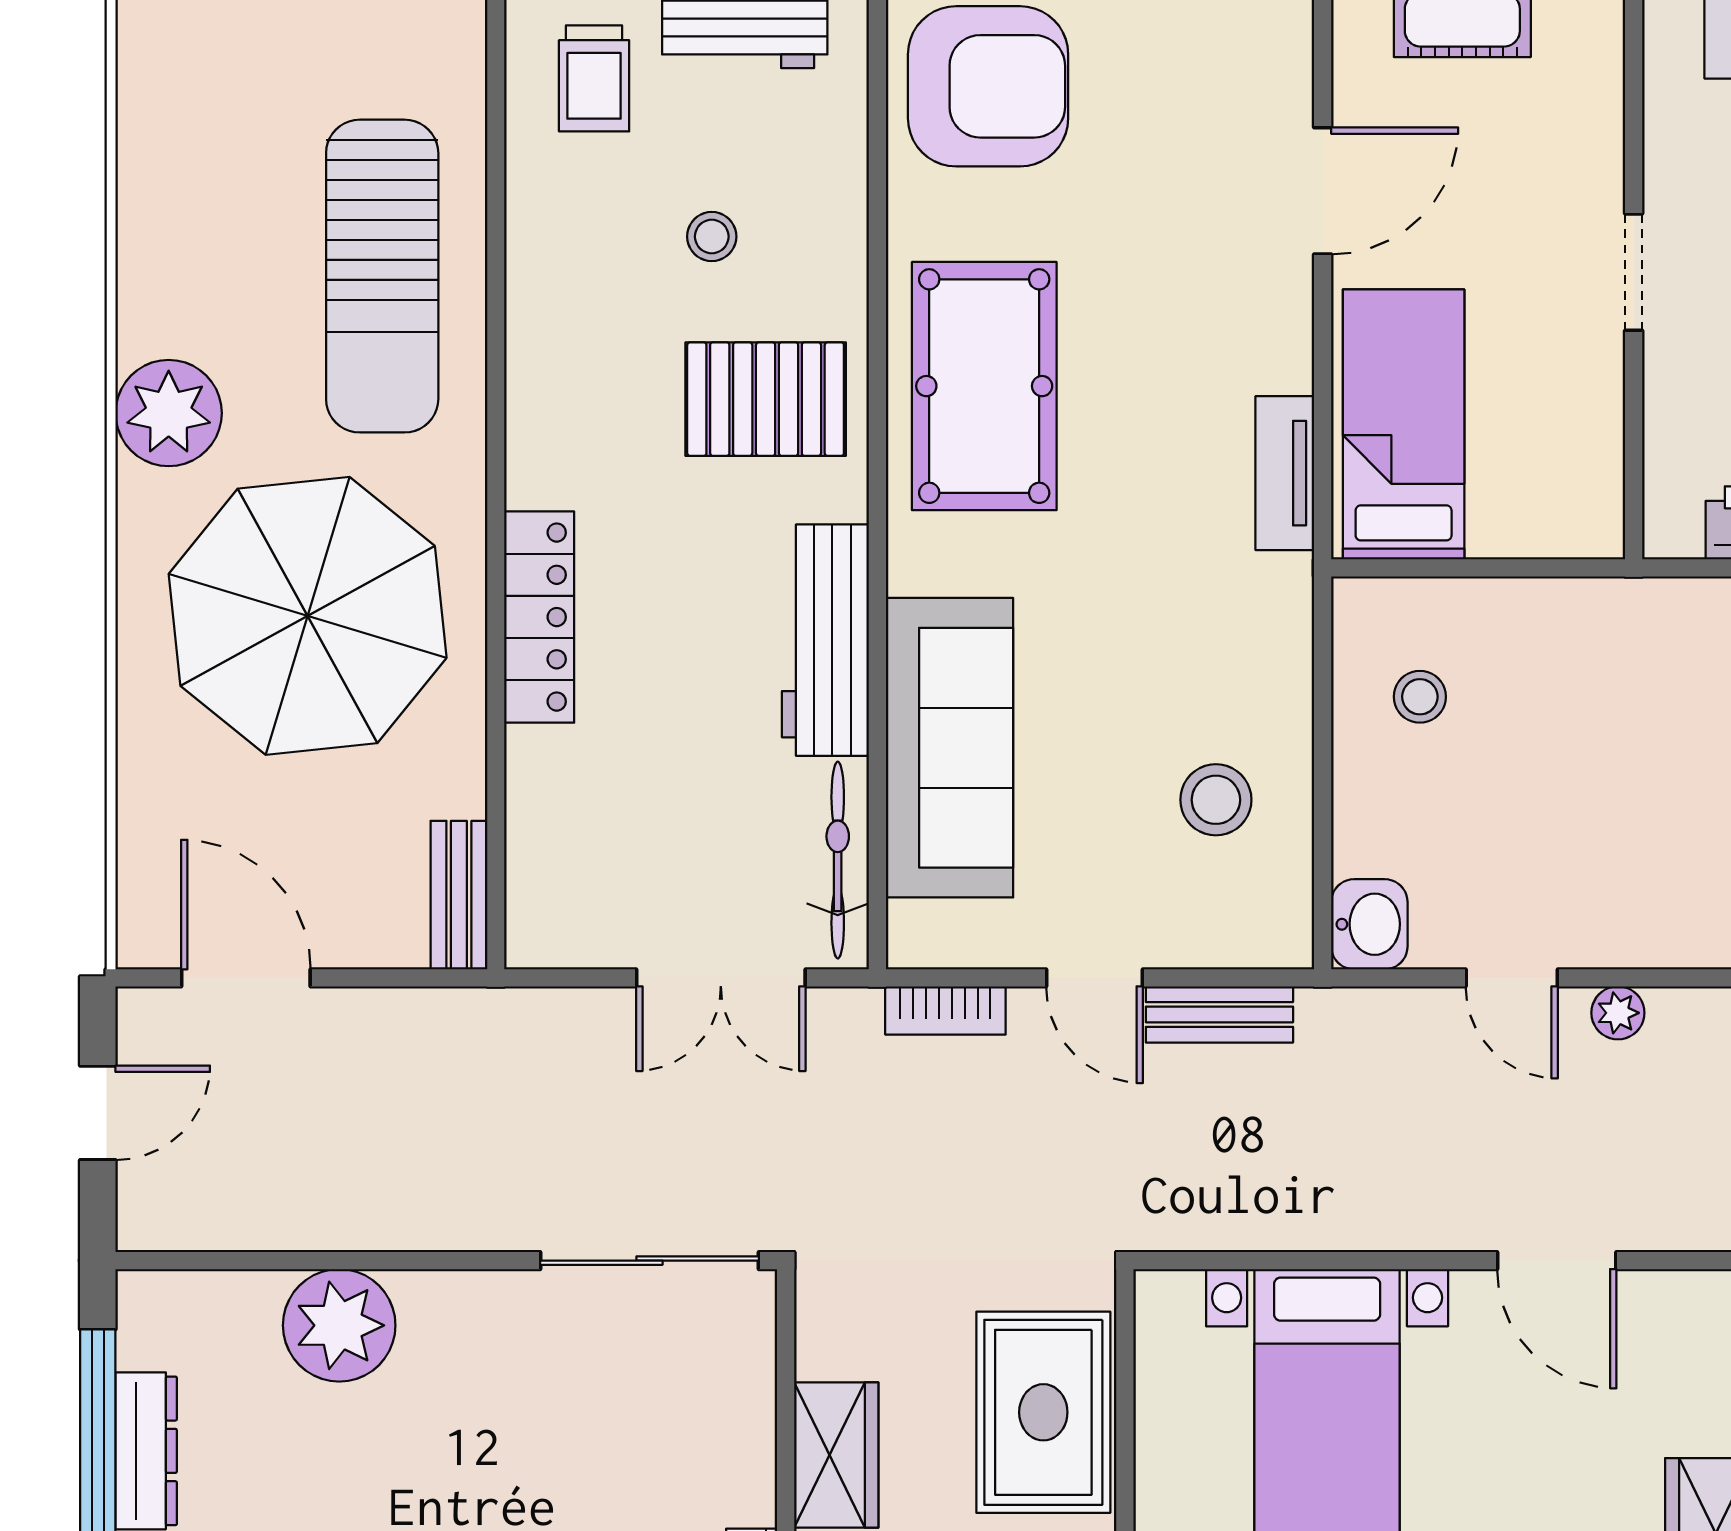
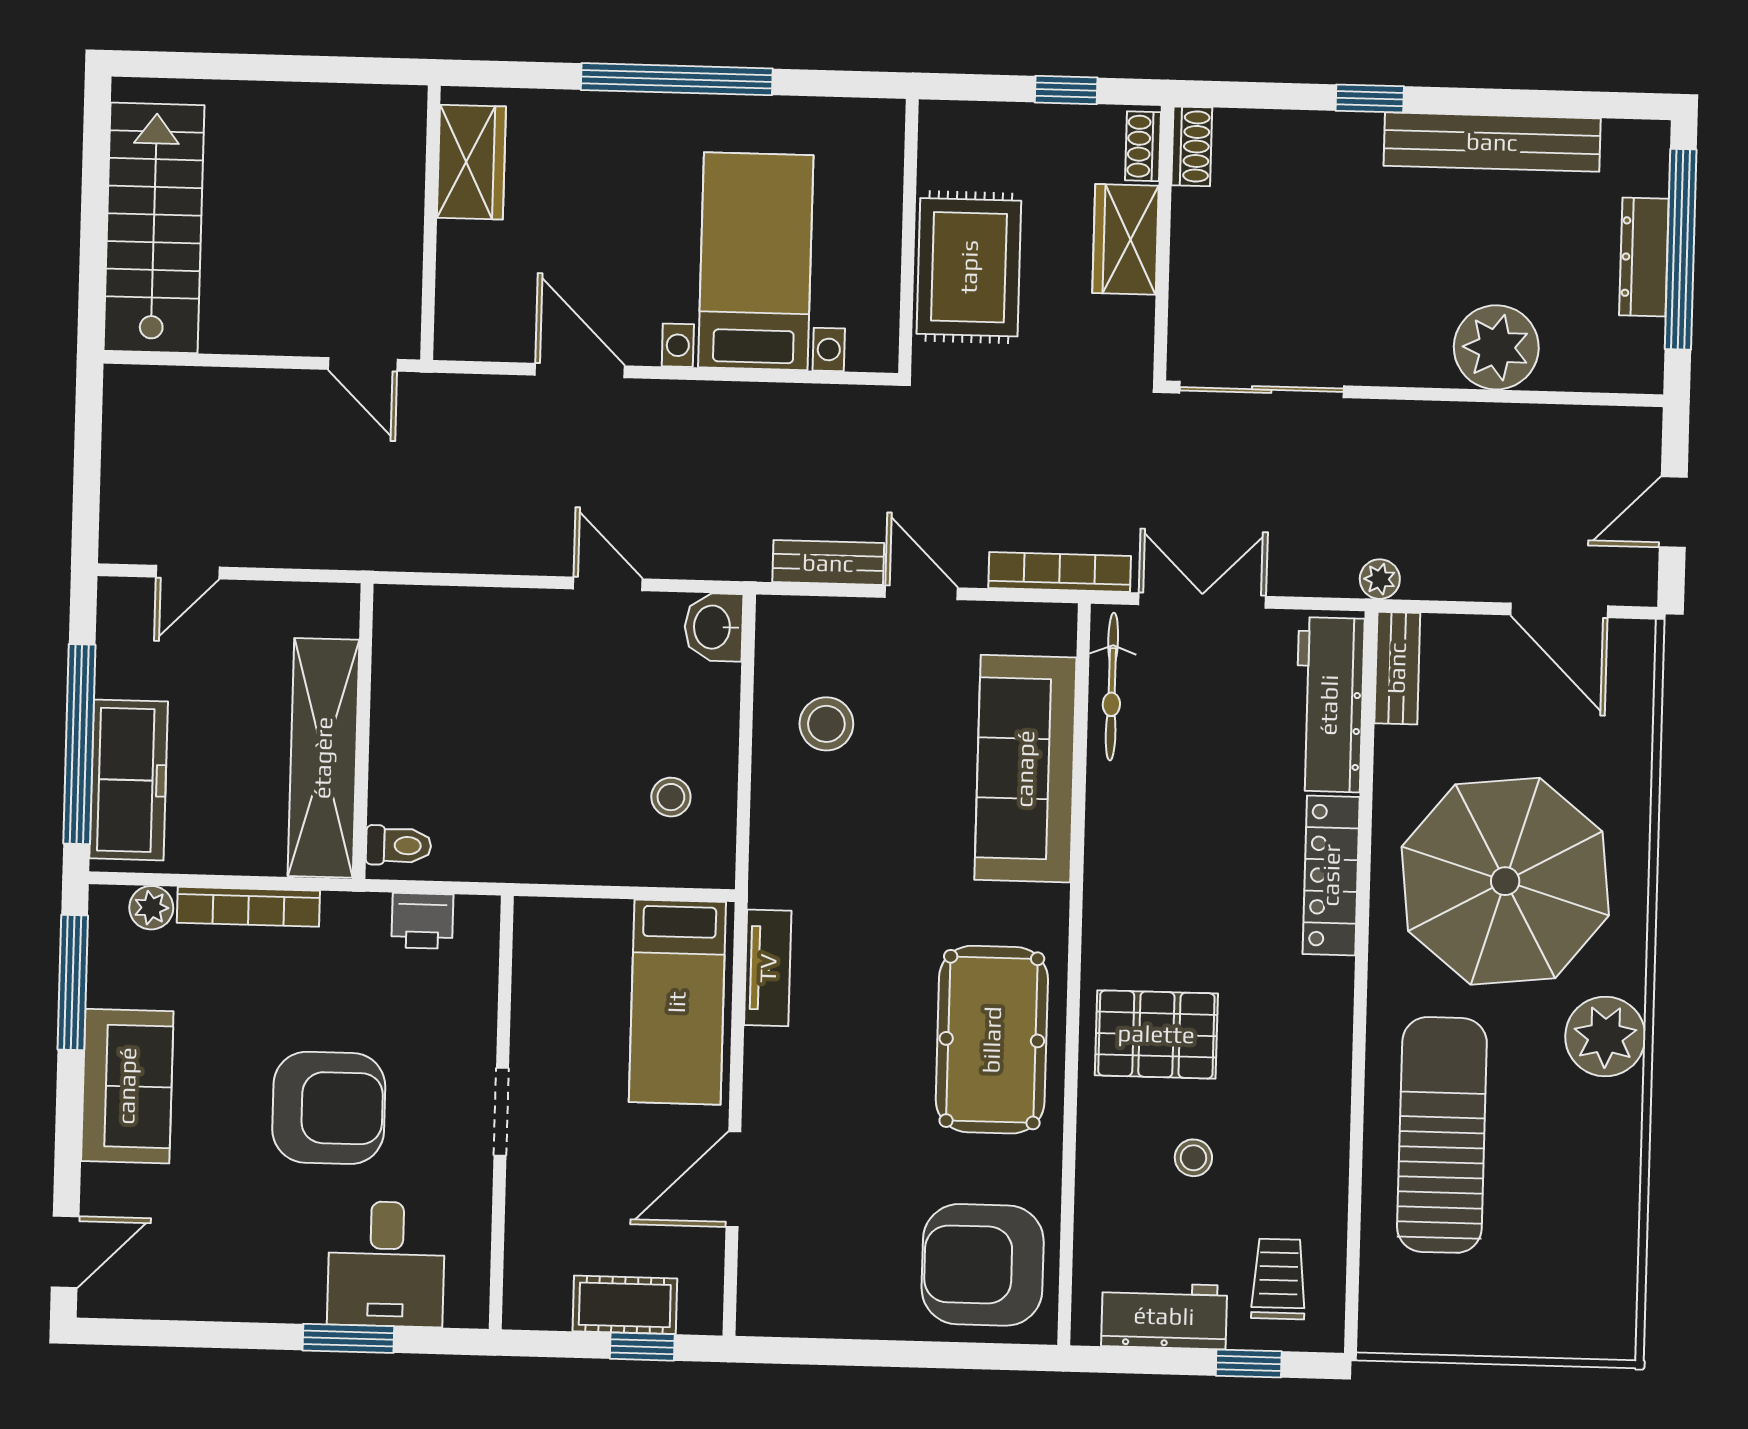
workbench: (825, 640) -> (1329, 705), moved, turned 180
bookcase: (945, 1010) -> (1060, 572), width x1.56
plant: (1618, 1013) -> (1380, 579), moved

